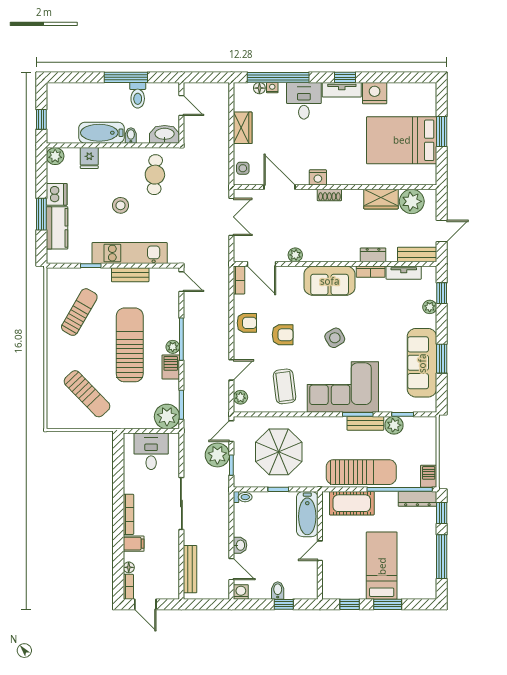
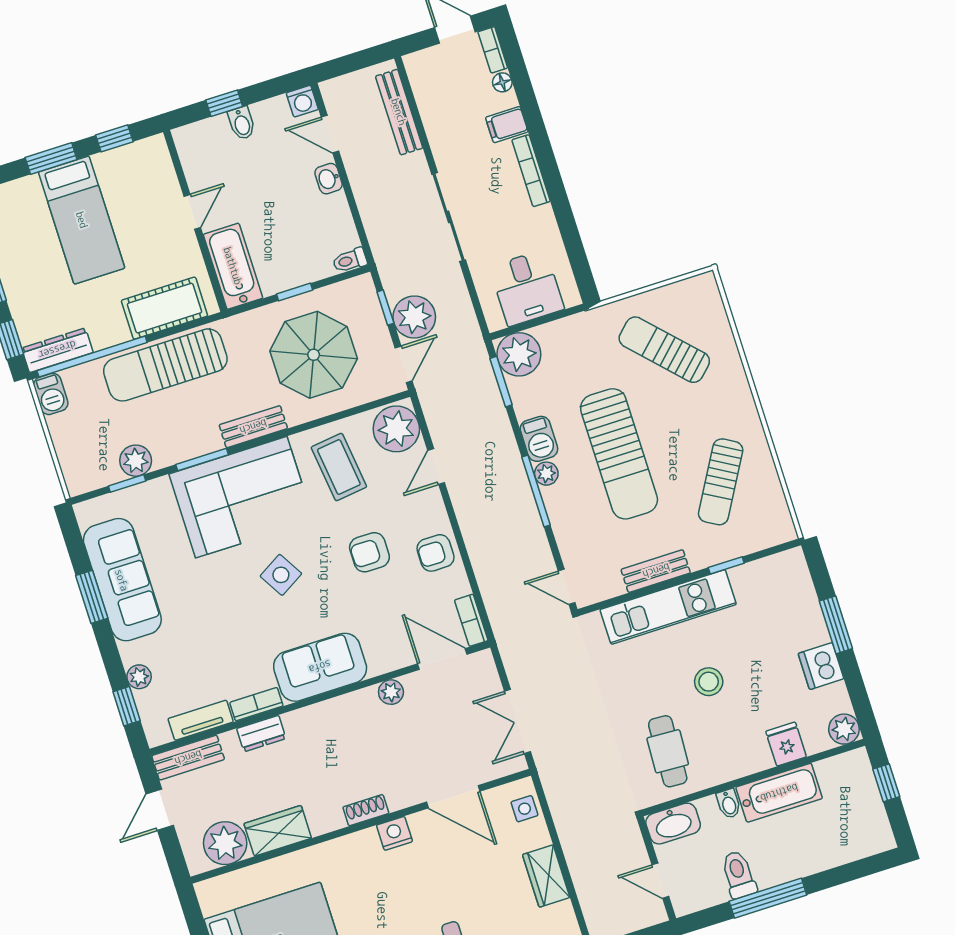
kitchen counter: (57, 228) -> (802, 610), removed
plant: (240, 397) -> (396, 429), width x1.87, depth x1.87
bench: (365, 423) -> (253, 427), moved

